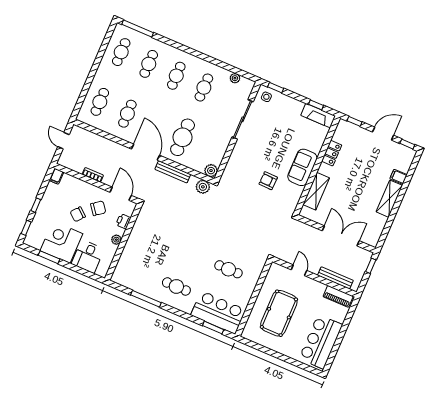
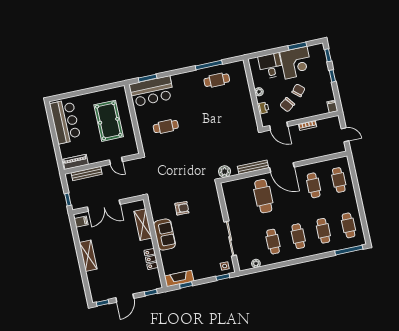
plant: (211, 171) -> (227, 187), removed
filing cabinet: (398, 177) -> (81, 222), moved
cafe table: (176, 286) -> (217, 80), moved

